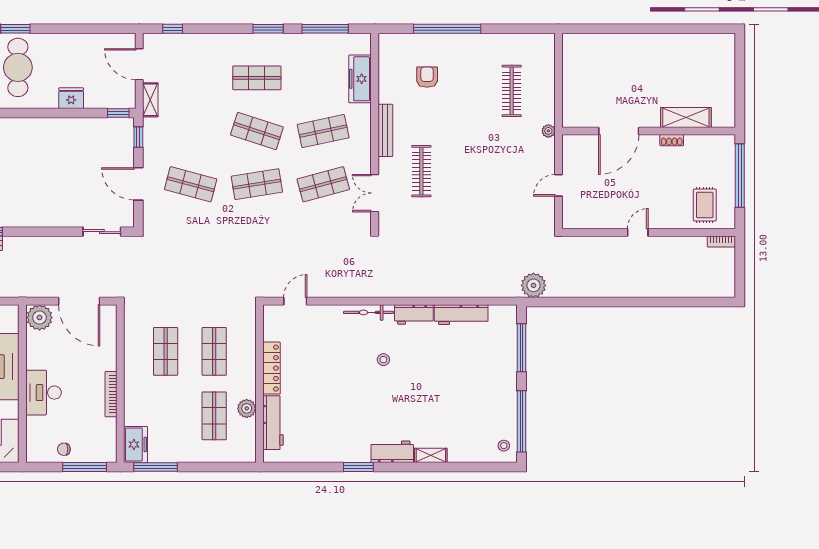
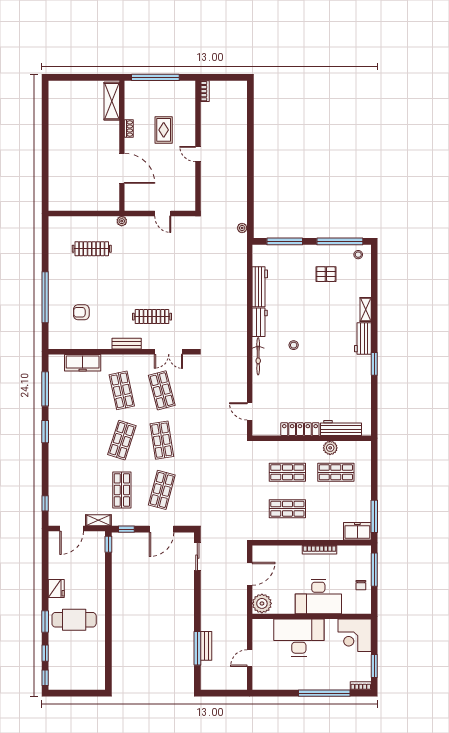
shop shelf: (257, 78) -> (122, 490), moved
fridge: (71, 98) -> (56, 589), moved, turned 180
shelving: (686, 117) -> (112, 101), moved
bench: (385, 130) -> (127, 344), width x0.73
rug: (705, 205) -> (164, 130), moved, turned 90
plant: (533, 285) -> (242, 228), width x0.53, depth x0.53
door: (79, 301) -> (250, 574), width x0.73
desk: (43, 393) -> (318, 597), width x1.36, depth x1.30
pallet: (478, 403) -> (326, 274), added

